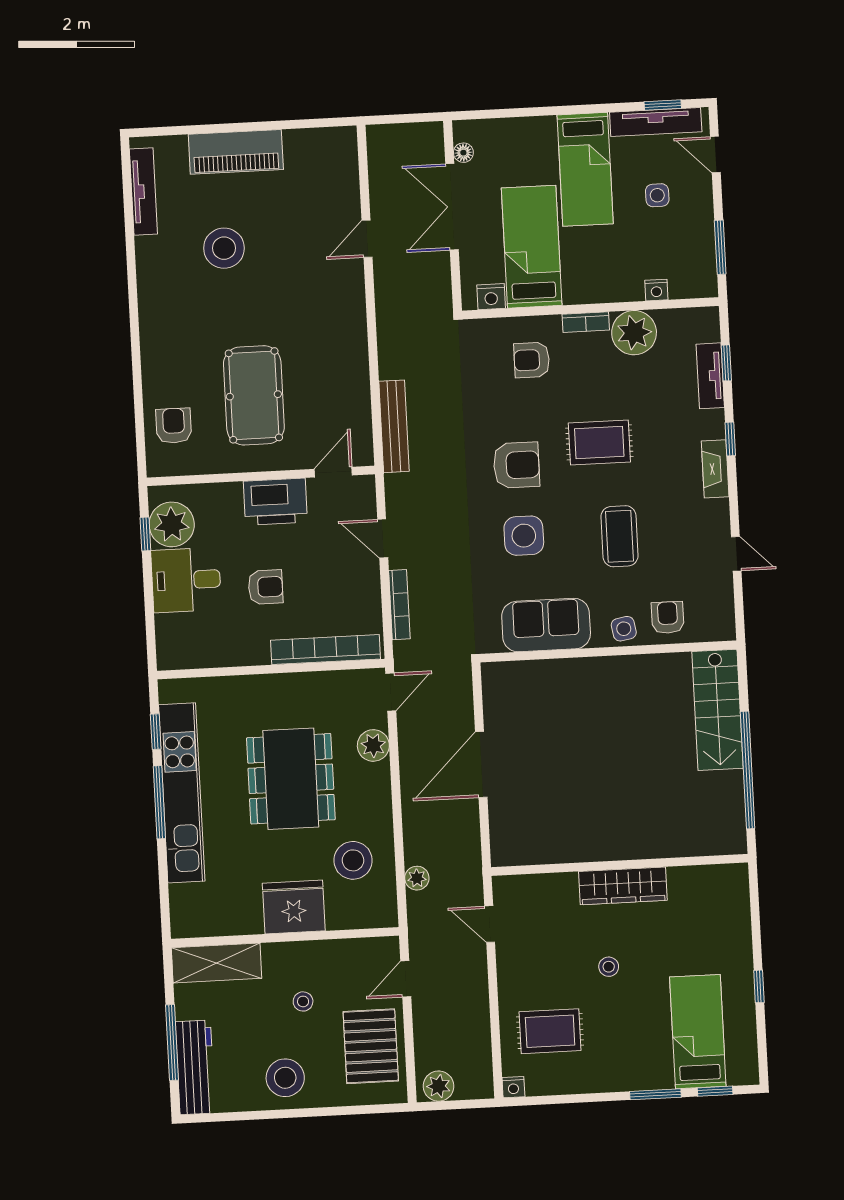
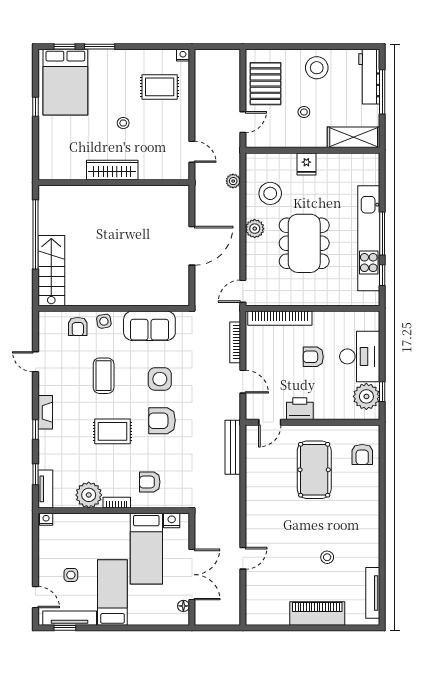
window: (720, 247) -> (35, 542), removed
stool: (224, 248) -> (327, 557), width x0.53, depth x0.53
nightstand: (656, 290) -> (46, 519), moved
armchair: (532, 360) -> (150, 482), turned 180
tv unit: (710, 376) -> (45, 489), moved
printer: (275, 502) -> (300, 409), width x0.73, depth x0.84
desk: (186, 580) -> (360, 356), width x1.37
plant: (373, 745) -> (255, 229), moved
fridge: (294, 907) -> (306, 164), width x0.53, depth x0.75
bed: (698, 1032) -> (65, 82), width x1.50
plant: (439, 1086) -> (227, 58), removed

